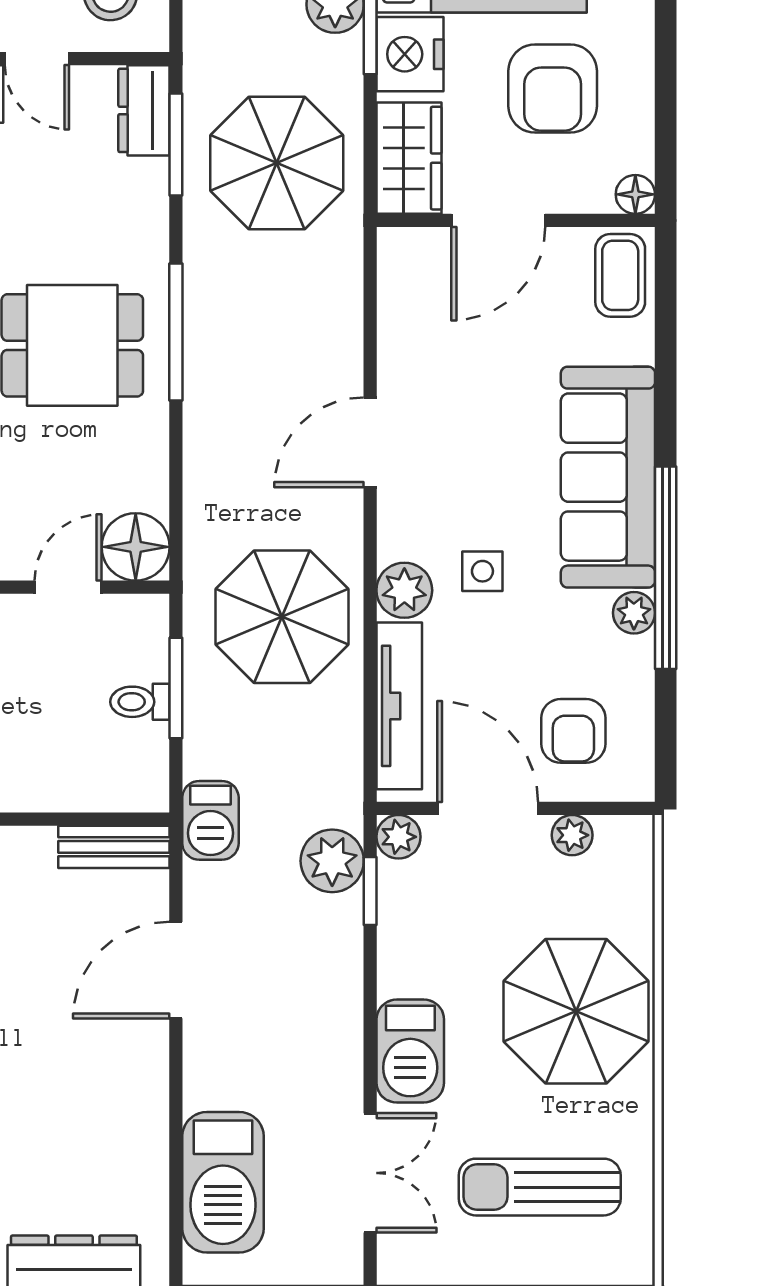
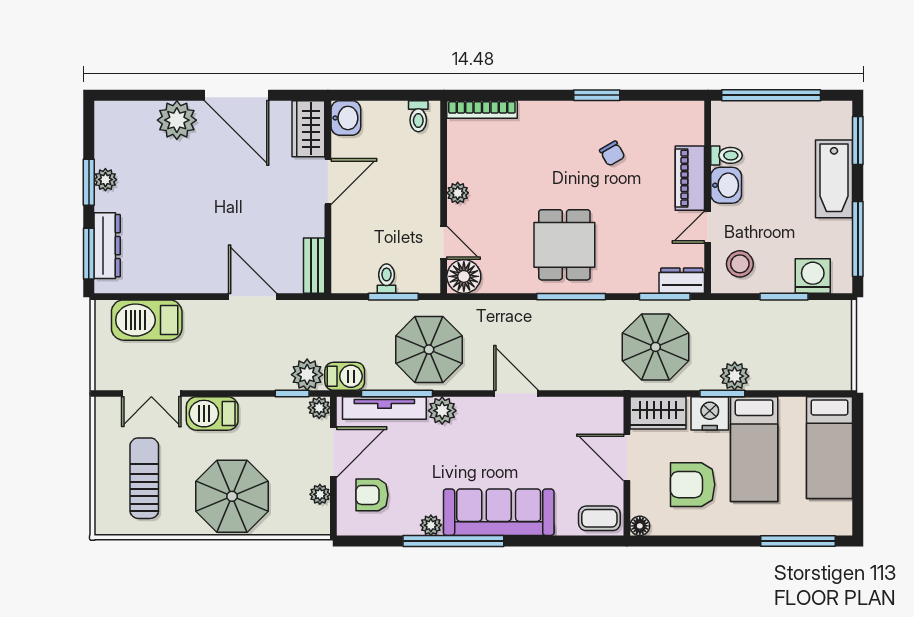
side table: (482, 571) -> (452, 450), removed
window: (370, 681) -> (397, 393), added
barbecue: (210, 820) -> (345, 376), moved, turned 180

